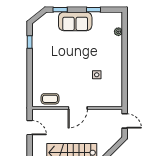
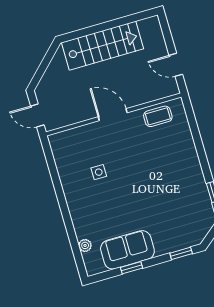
sofa: (75, 21) -> (127, 250), moved
door: (78, 108) -> (113, 115), hinge flipped

